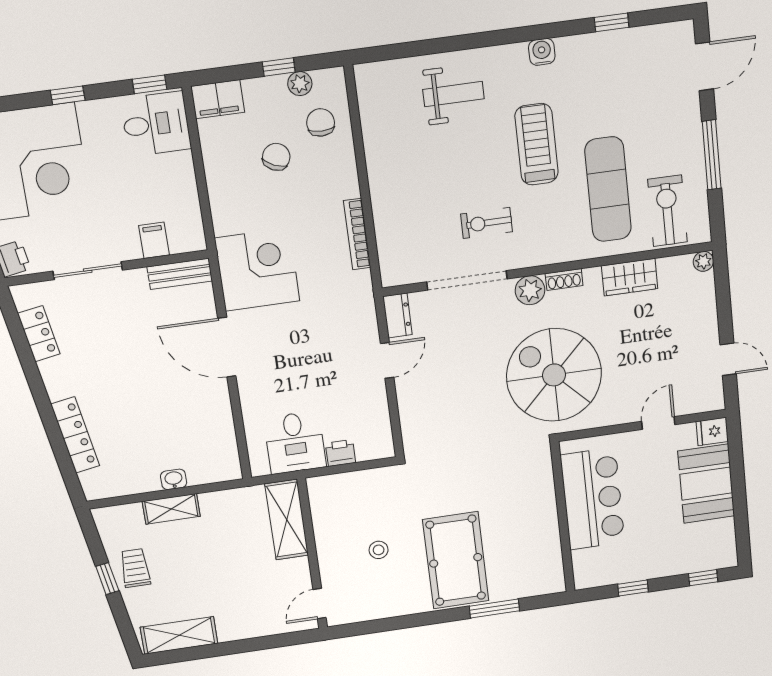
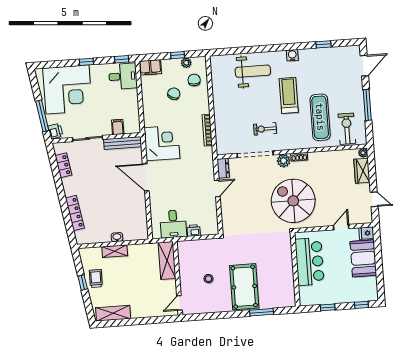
weight bench: (453, 94) -> (253, 71), width x1.36, depth x1.33
bench: (180, 274) -> (123, 143), width x1.36
wardrobe: (630, 277) -> (362, 171), moved, turned 90

